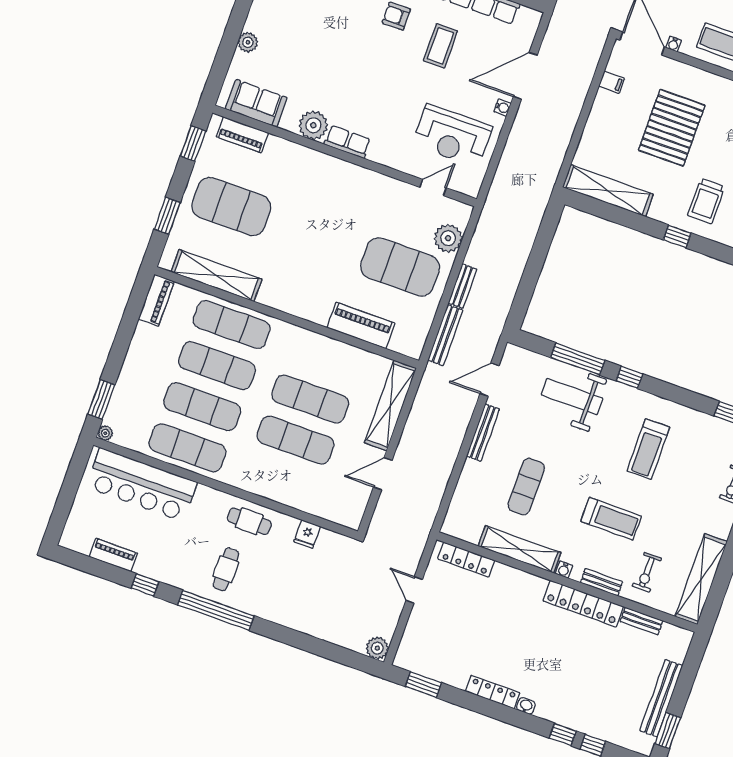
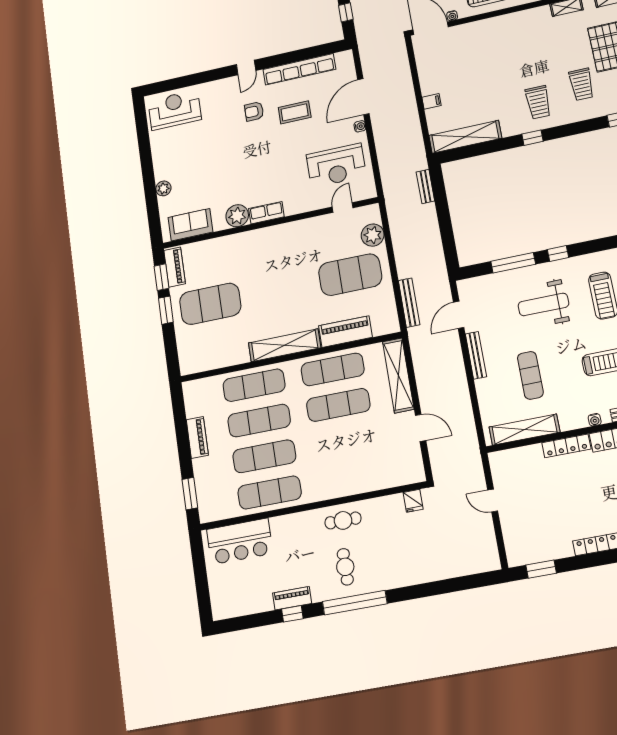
coffee table: (440, 46) -> (295, 112), turned 90
filing cabinet: (612, 82) -> (432, 101), moved
pallet: (672, 128) -> (484, 69), removed
piano: (242, 135) -> (175, 267), moved, turned -90
window: (167, 216) -> (166, 310), moved
shelving: (216, 276) -> (285, 345), moved
bench: (462, 286) -> (425, 186), moved
piano: (156, 300) -> (197, 437), moved
weight bench: (572, 397) -> (543, 304), moved
plant: (105, 433) -> (205, 517), removed
exercise mat: (295, 440) -> (333, 369), moved
door: (383, 474) -> (421, 428), swing flipped
bar counter: (142, 485) -> (240, 541), width x0.73
fridge: (307, 534) -> (413, 501), moved
shelving: (520, 549) -> (524, 430), moved
piano: (113, 555) -> (292, 598), moved
locker: (466, 560) -> (566, 446), moved
plant: (377, 648) -> (490, 561), removed

